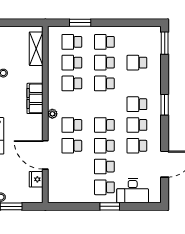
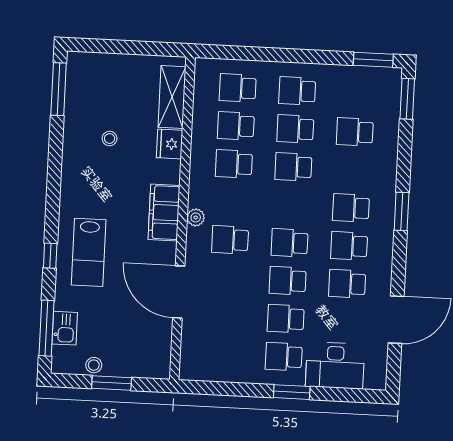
window: (80, 23) -> (373, 60), moved
filing cabinet: (35, 98) -> (164, 213), moved
school desk: (72, 146) -> (228, 278), removed
fridge: (36, 179) -> (170, 144), moved

